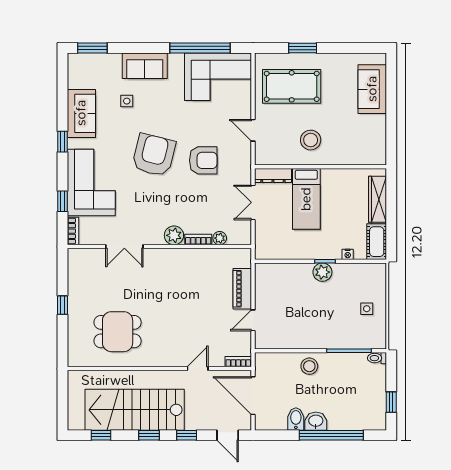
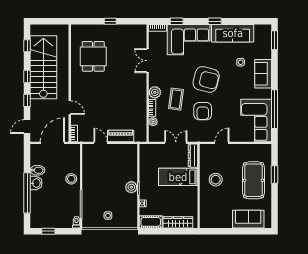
pool table: (292, 86) -> (254, 180), moved
sofa: (81, 113) -> (233, 33), width x1.36
coffee table: (184, 202) -> (176, 99), added

